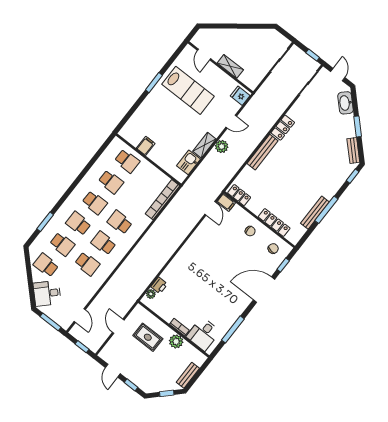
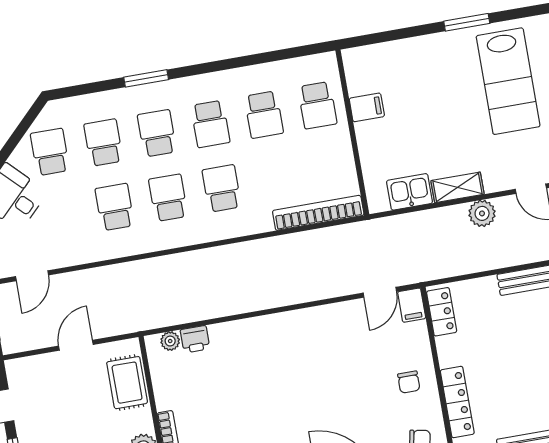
window: (45, 222) -> (146, 78), moved
school desk: (62, 244) -> (103, 143), turned 180
school desk: (87, 264) -> (115, 207), turned 180
rug: (148, 337) -> (127, 383), moved

